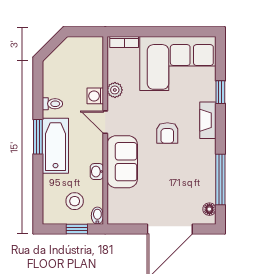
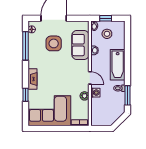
armchair: (167, 133) -> (55, 72), removed
window: (38, 137) -> (127, 95), moved
sofa: (122, 162) -> (80, 45), moved
side table: (170, 184) -> (54, 43), added

